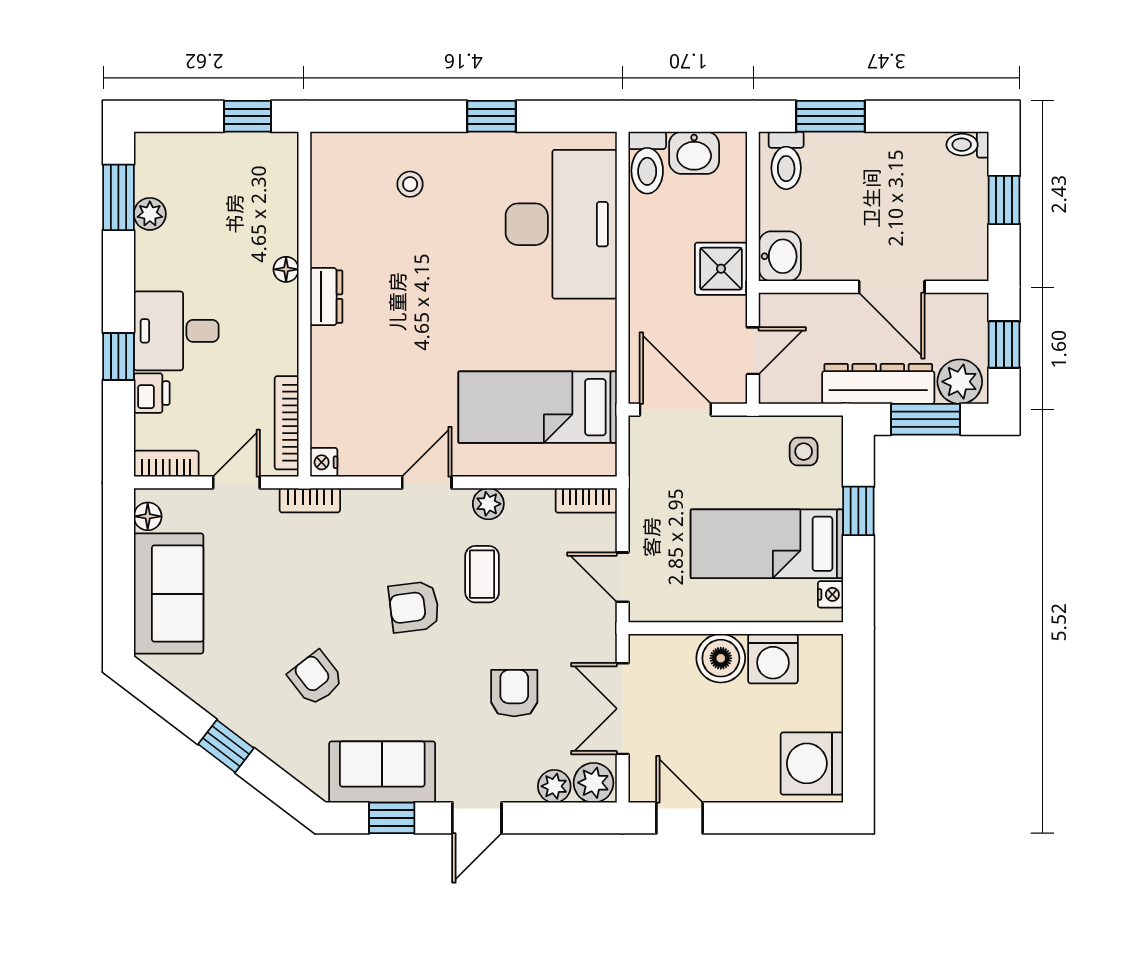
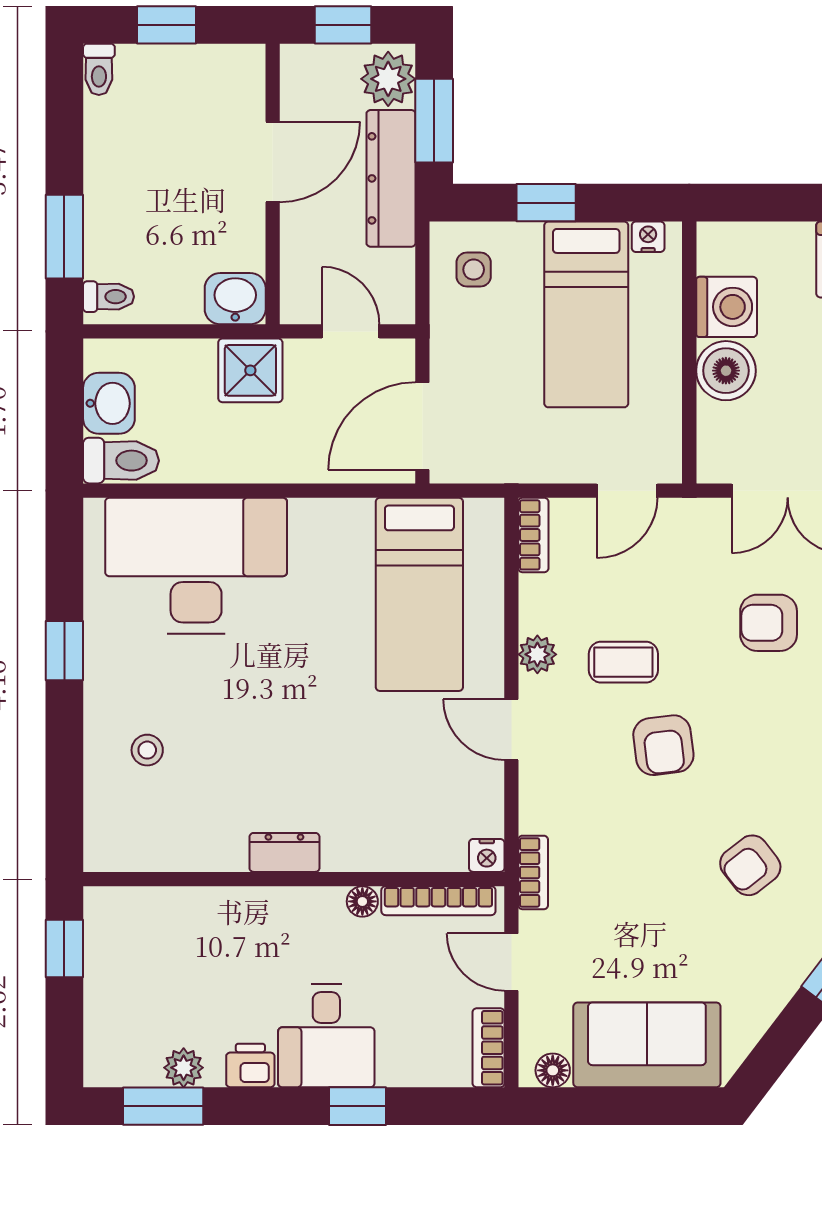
toilet: (786, 160) -> (108, 297), width x0.73, depth x0.72
floor lamp: (286, 269) -> (362, 901), moved
printer: (152, 393) -> (250, 1065), moved

